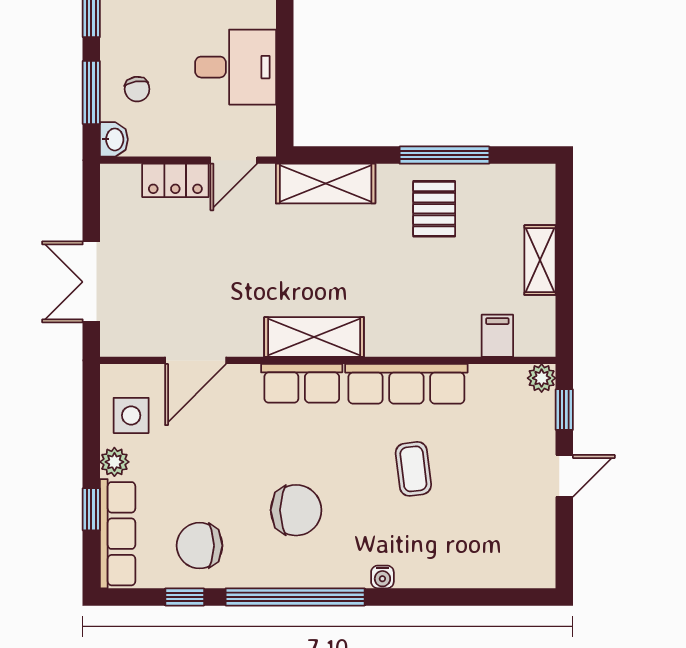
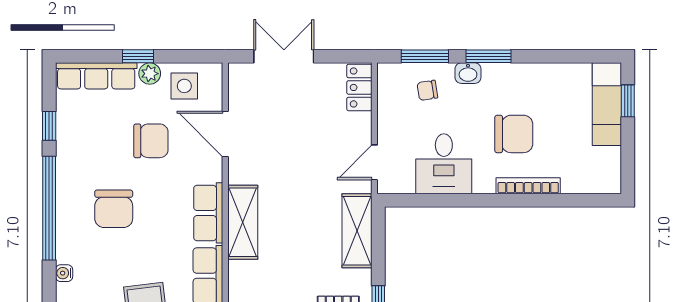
washbasin: (114, 139) -> (468, 73), moved
door: (234, 160) -> (374, 162), hinge flipped
locker: (175, 180) -> (359, 87), moved
window: (91, 509) -> (138, 56), moved
chair: (200, 546) -> (151, 141), moved, turned 90

